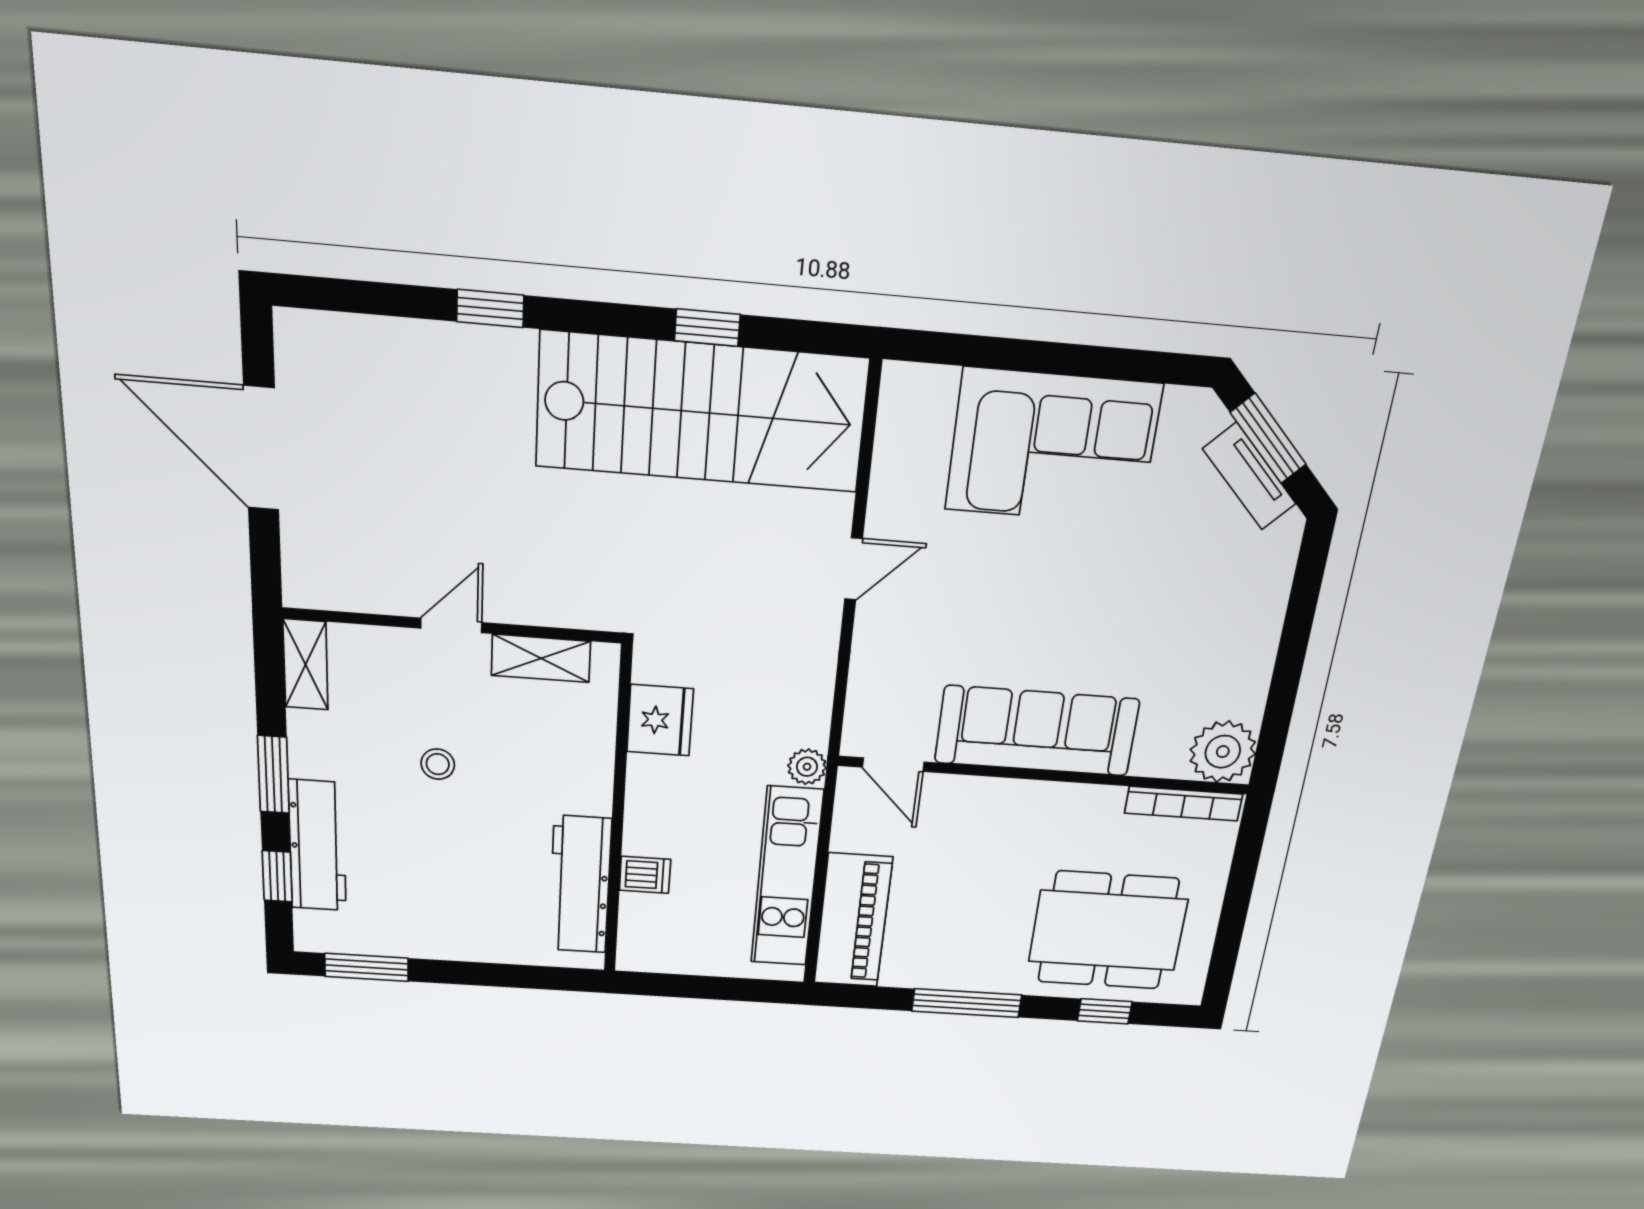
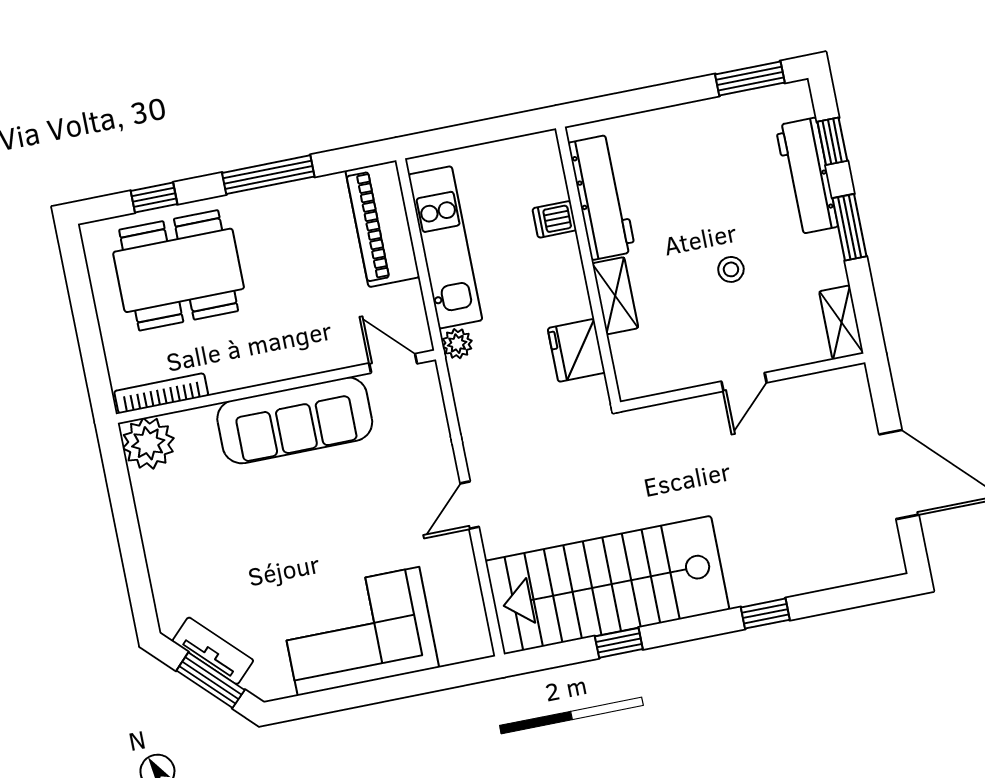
shelving: (541, 658) -> (615, 296), moved, turned 90

